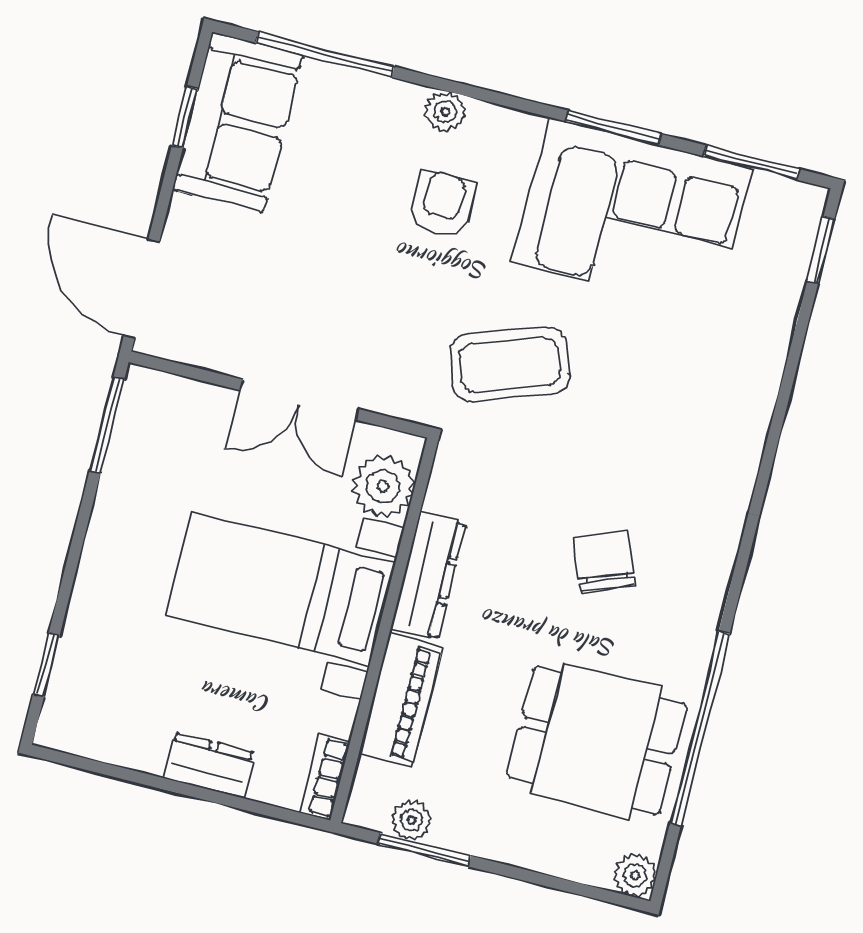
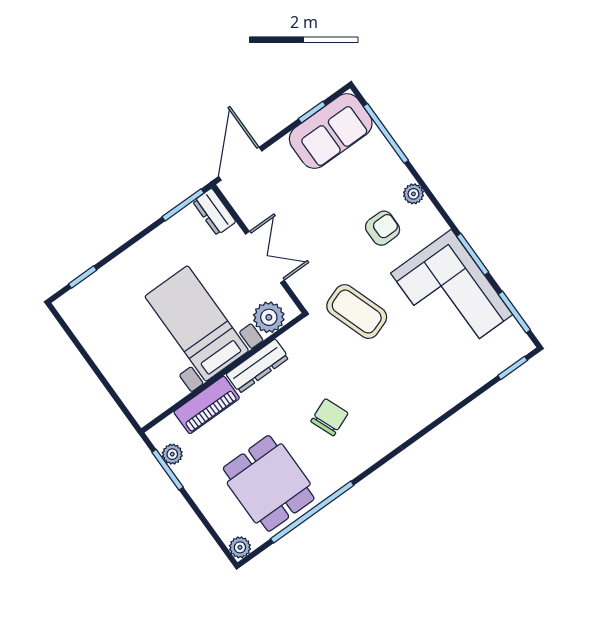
double door: (299, 400) -> (265, 257), swing flipped
dresser: (209, 765) -> (214, 212), moved, turned 180
bookcase: (325, 777) -> (153, 410), removed

